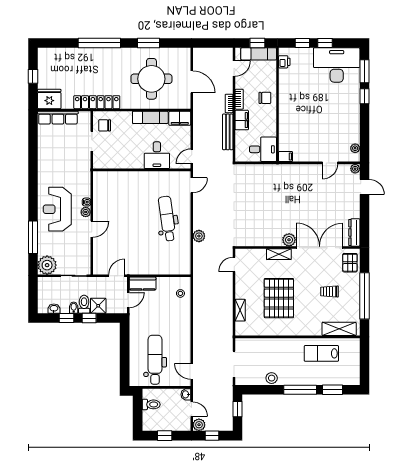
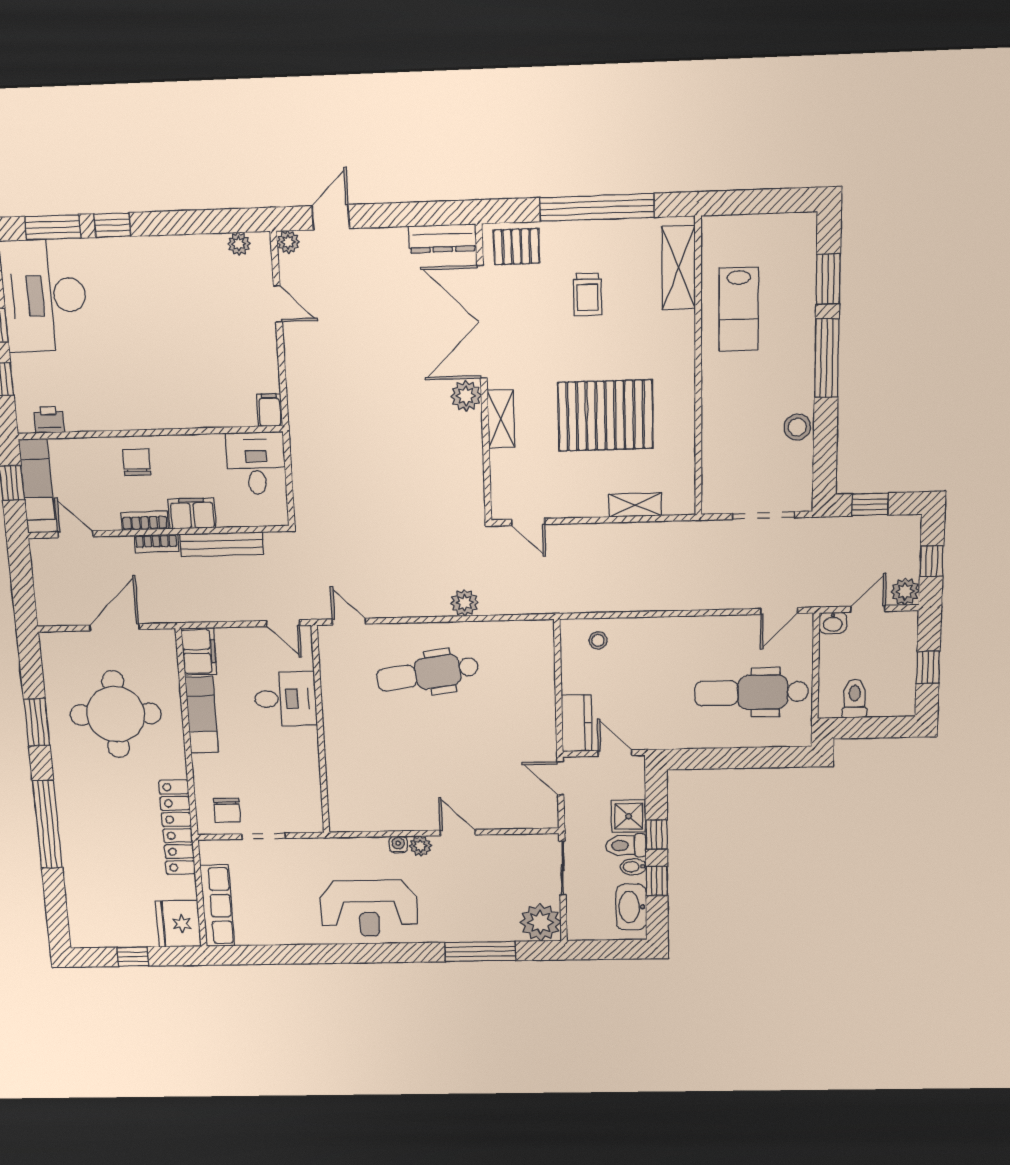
reception desk: (57, 209) -> (369, 908), moved
washbasin: (54, 309) -> (631, 907), width x1.91, depth x1.45

